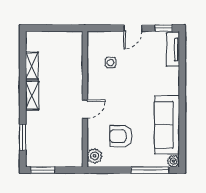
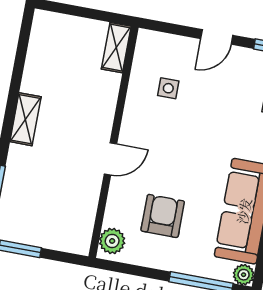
shelving: (32, 66) -> (116, 48), moved
armchair: (121, 136) -> (163, 216), turned 90

